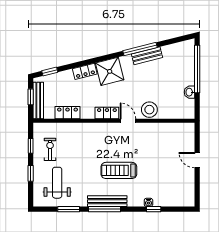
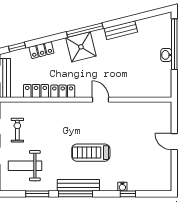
window: (140, 49) -> (85, 30), moved
locker: (85, 71) -> (41, 50), moved
washbasin: (189, 92) -> (166, 55), moved
stool: (149, 110) -> (123, 88), removed
locker: (107, 113) -> (63, 91), moved
weight bench: (57, 183) -> (25, 166), turned -90

